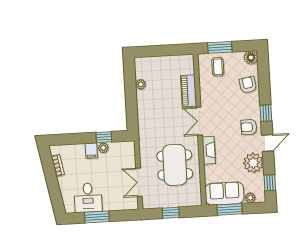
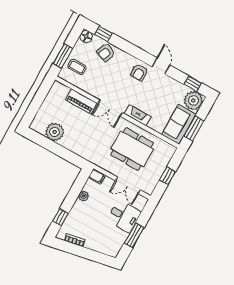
plant: (141, 84) -> (55, 132), width x1.88, depth x1.88
armchair: (248, 85) -> (106, 52), turned -58
window: (266, 113) -> (104, 34), moved
window: (104, 137) -> (60, 217), moved
filing cabinet: (91, 151) -> (97, 176), moved
plant: (253, 163) -> (169, 87), removed
desk: (88, 198) -> (124, 216), moved
plant: (250, 198) -> (193, 101), width x1.88, depth x1.88

